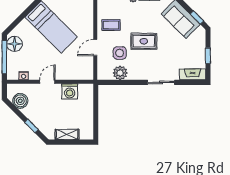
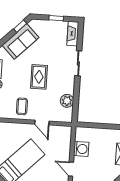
side table: (120, 53) -> (48, 100), removed

